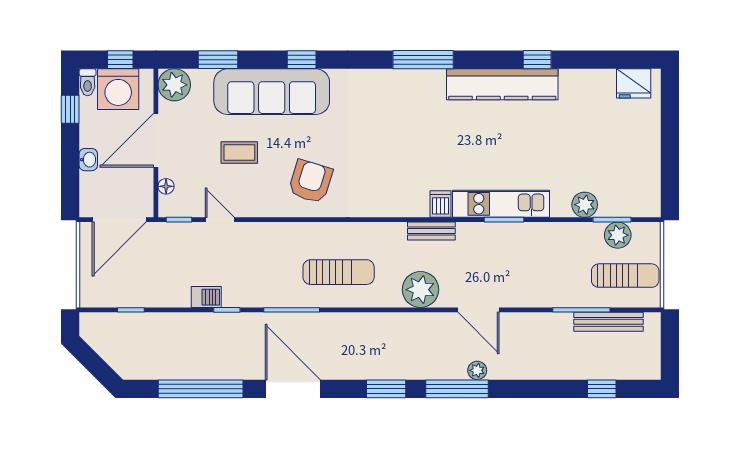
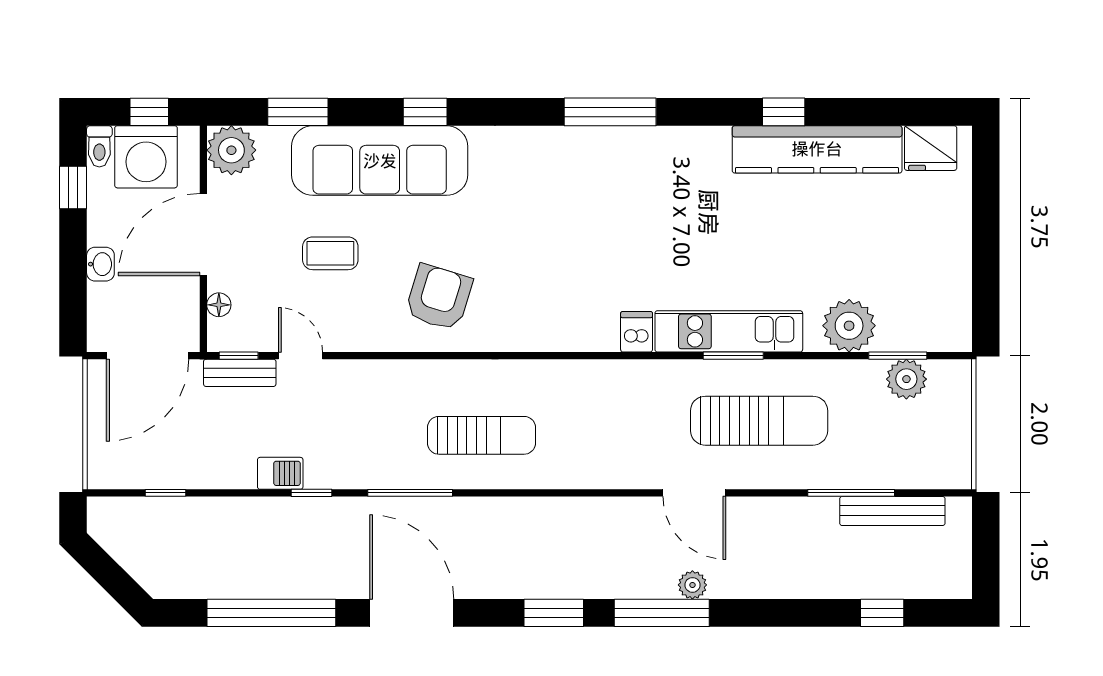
kitchen counter: (502, 84) -> (817, 149), moved
plant: (585, 205) -> (849, 326), width x1.36, depth x1.36
bench: (431, 231) -> (240, 373), moved
sun lounger: (625, 276) -> (759, 421), moved, width x1.36, depth x1.34
plant: (420, 290) -> (606, 462), removed

